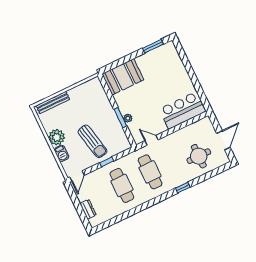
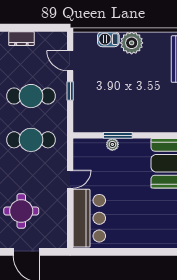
door: (152, 140) -> (70, 179), moved
sun lounger: (92, 141) -> (105, 86), removed
door: (77, 176) -> (70, 61), moved

